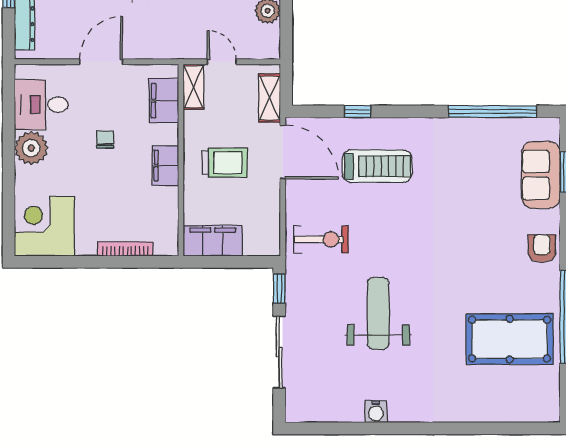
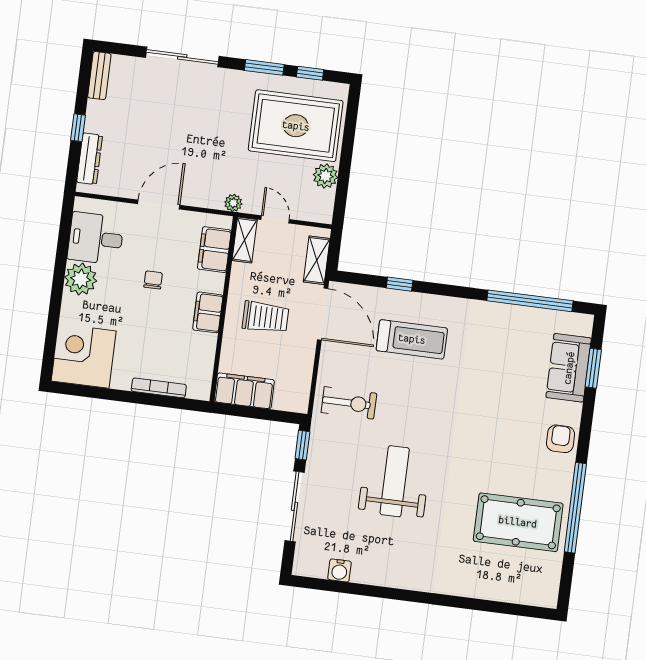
plant: (177, 50) -> (233, 203), added
water cooler: (376, 412) -> (339, 570), moved

